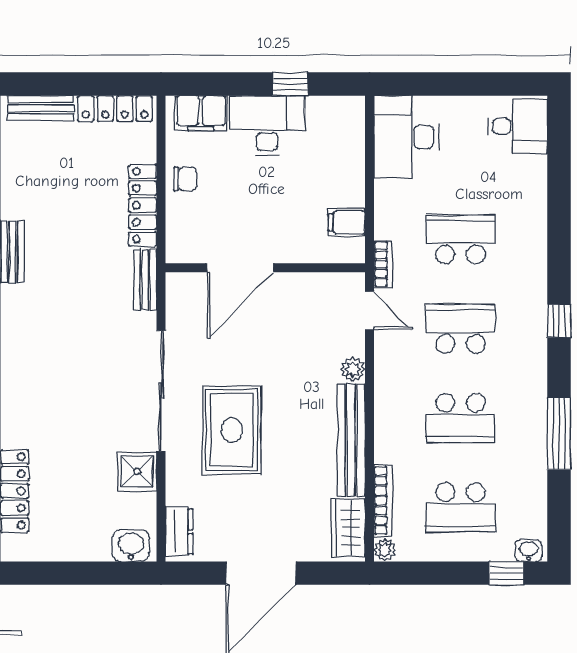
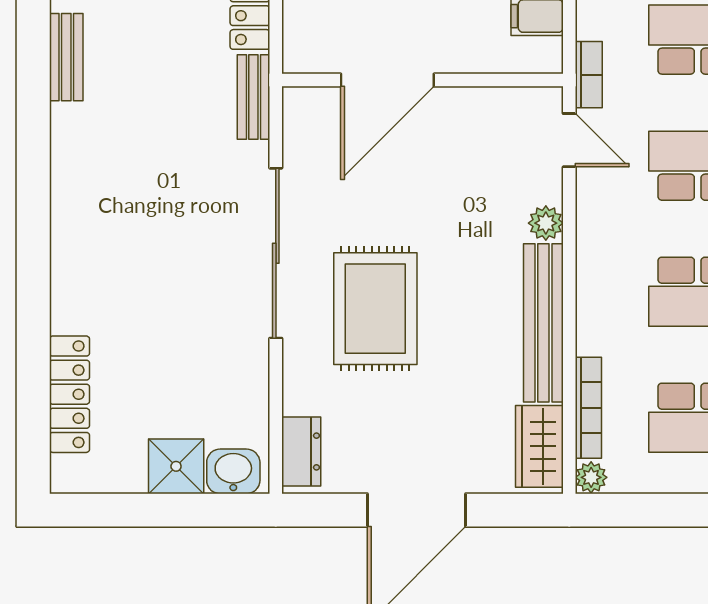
shower: (137, 472) -> (176, 466), moved

